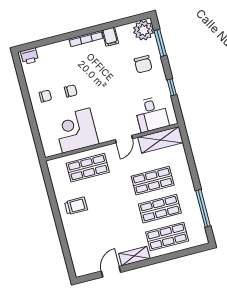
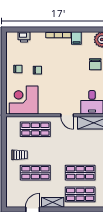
printer: (29, 56) -> (24, 37), moved
corner desk: (76, 131) -> (24, 100), moved
door: (124, 139) -> (67, 115), hinge flipped
shop shelf: (153, 181) -> (35, 173), moved

